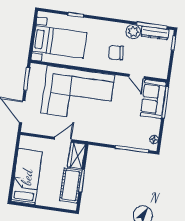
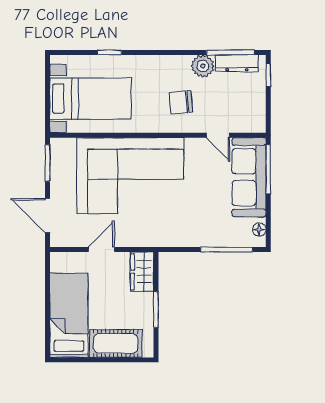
sofa: (153, 99) -> (249, 177), width x1.36
door: (63, 139) -> (101, 249), moved
cot: (71, 185) -> (116, 344), moved, turned 90

